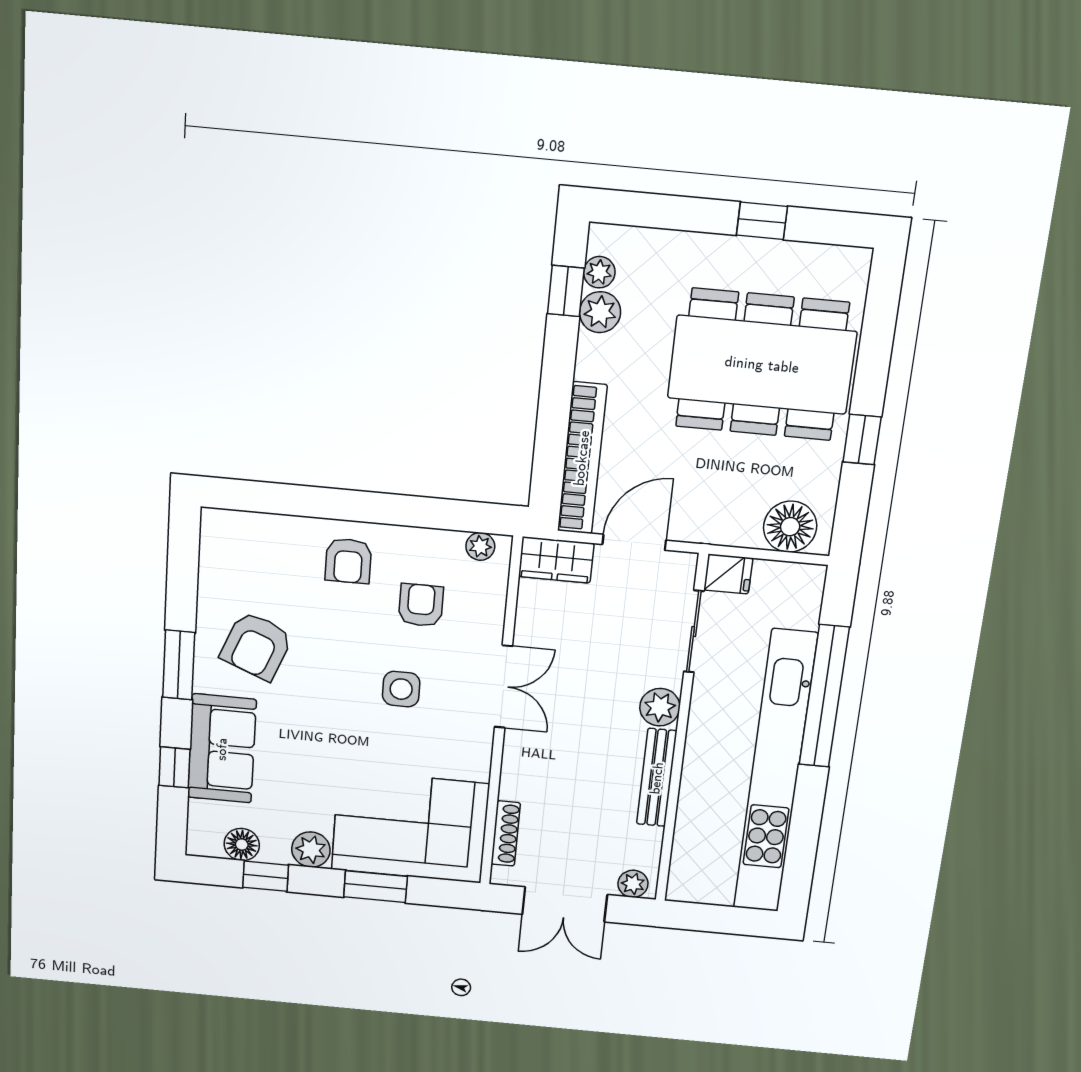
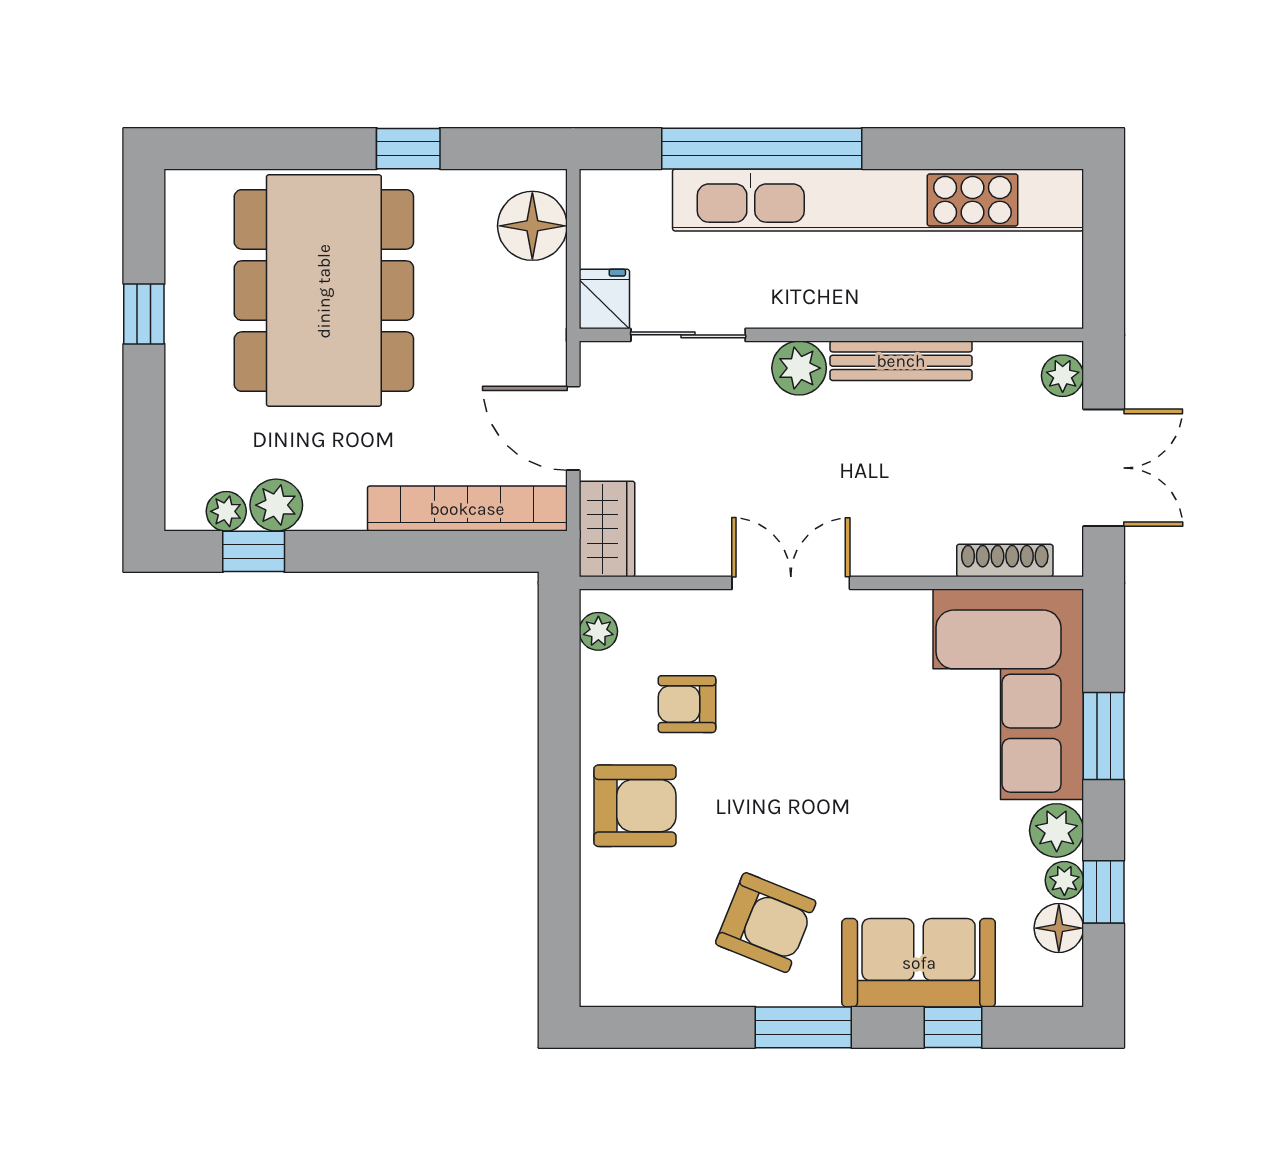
armchair: (348, 561) -> (635, 806), width x1.38, depth x1.38
side table: (401, 689) -> (808, 722), removed
plant: (275, 851) -> (1064, 880), added

